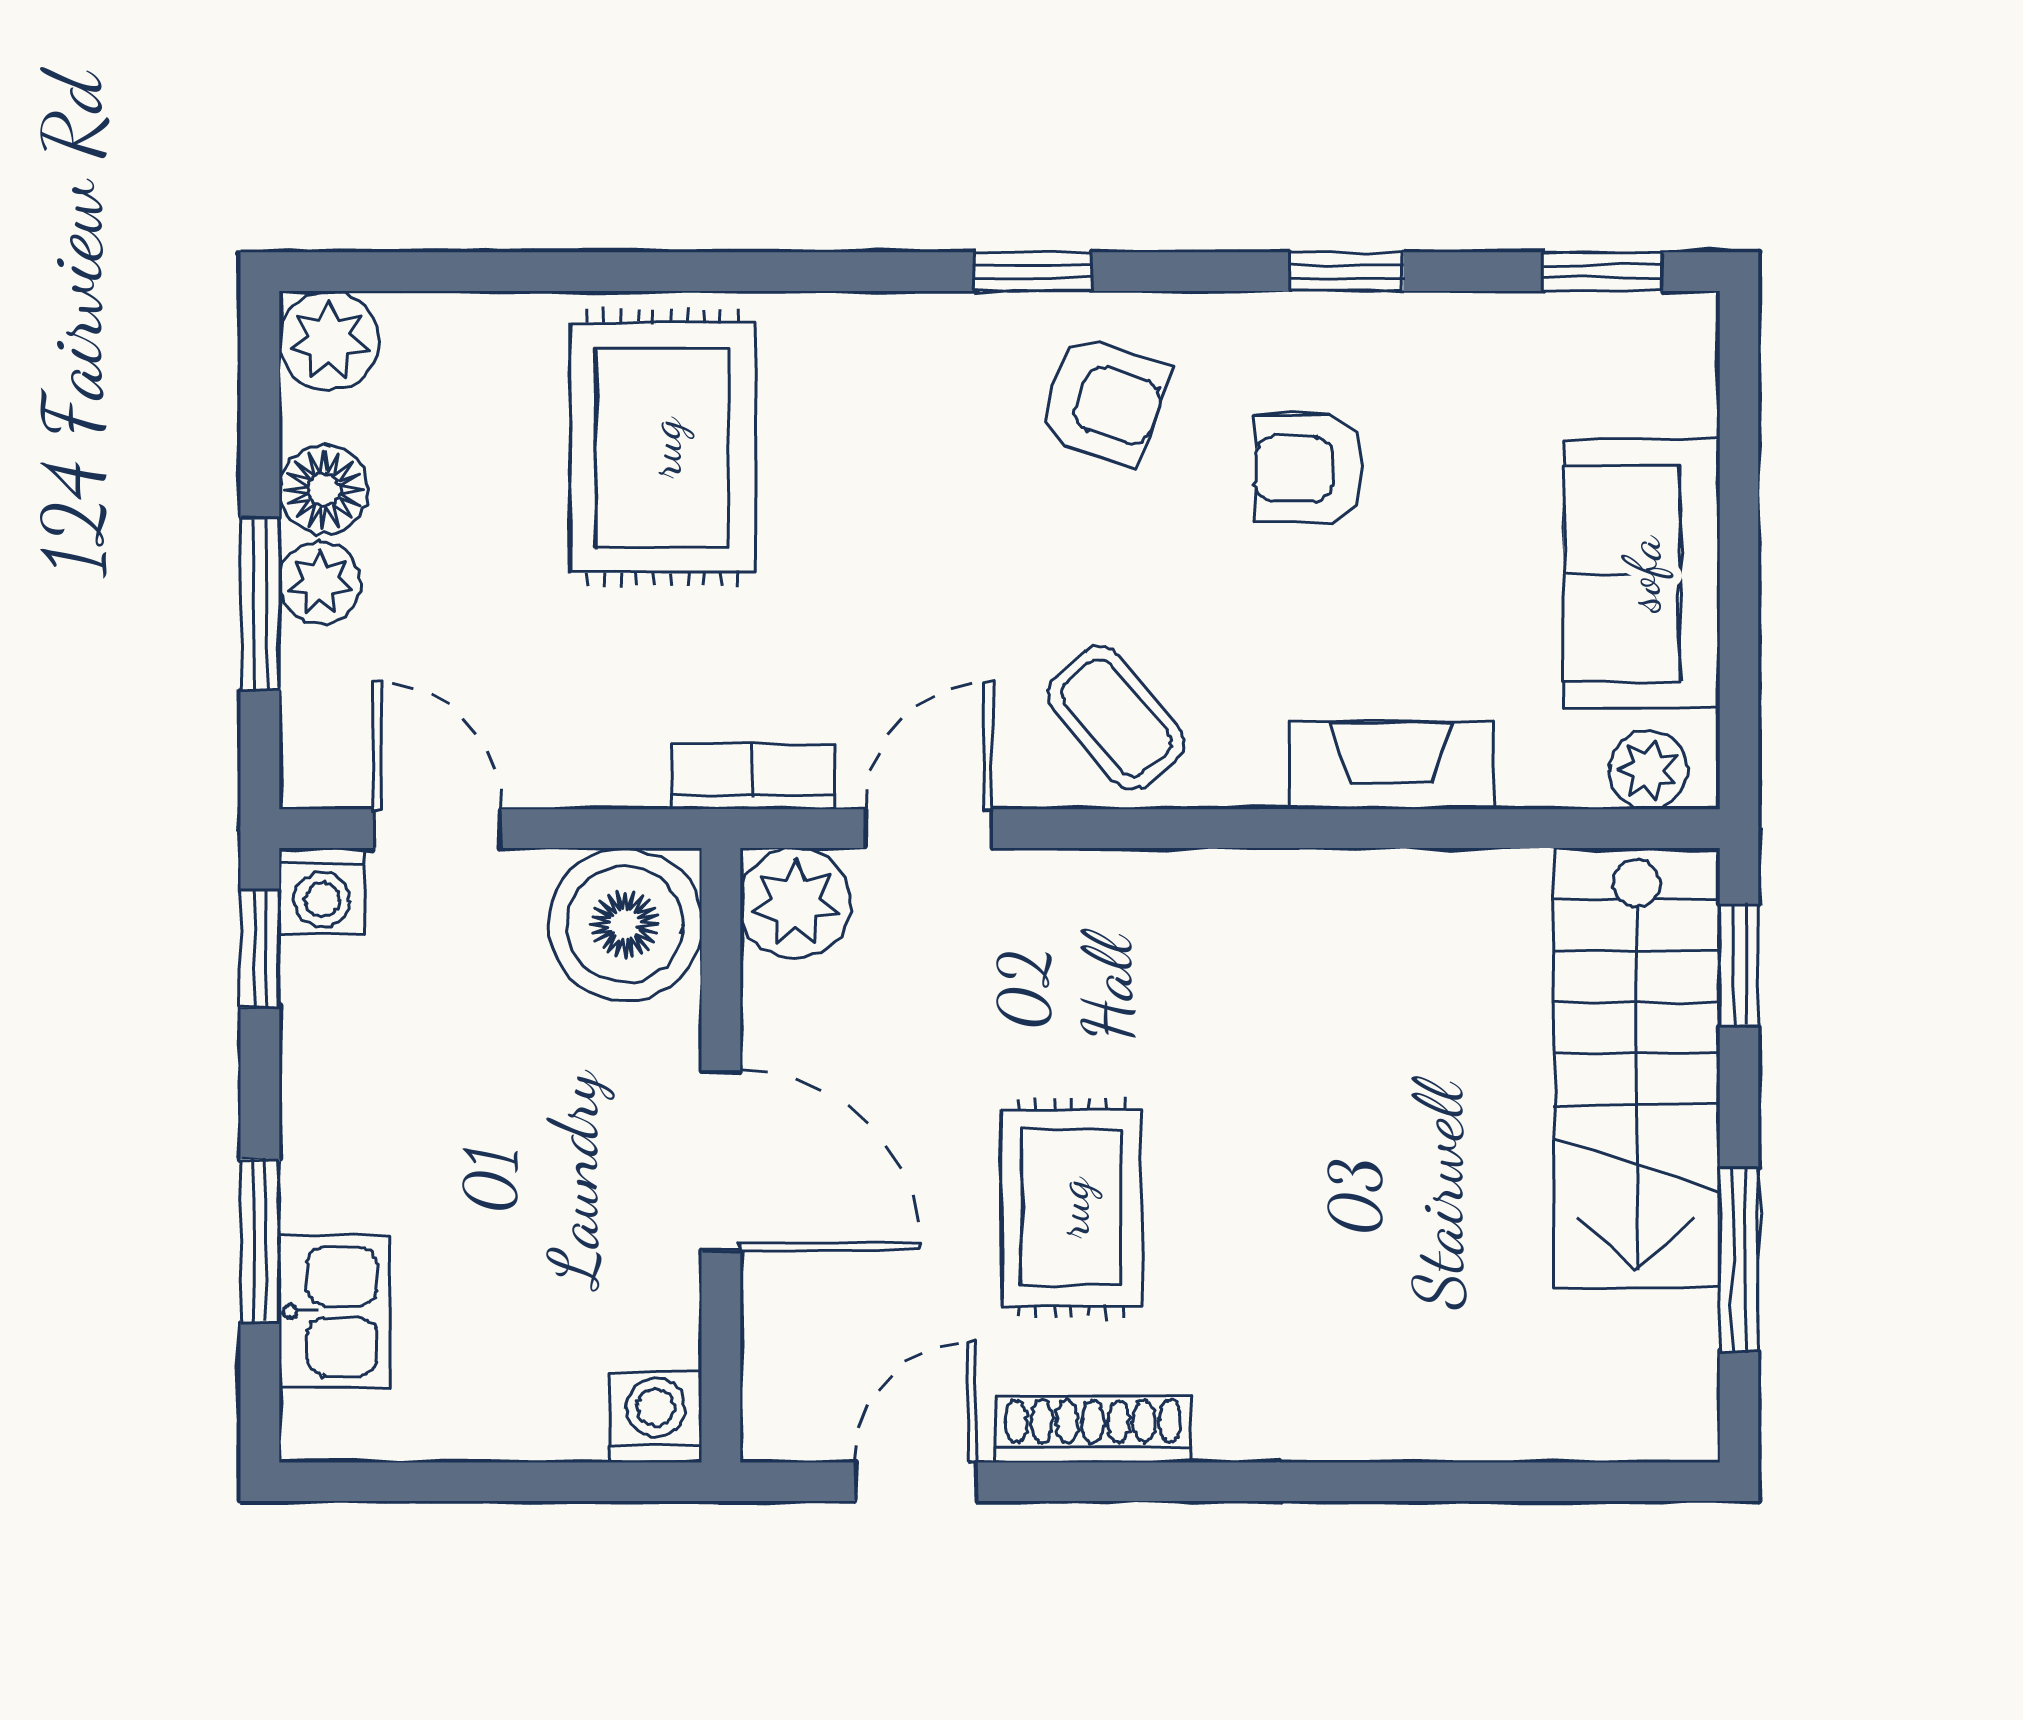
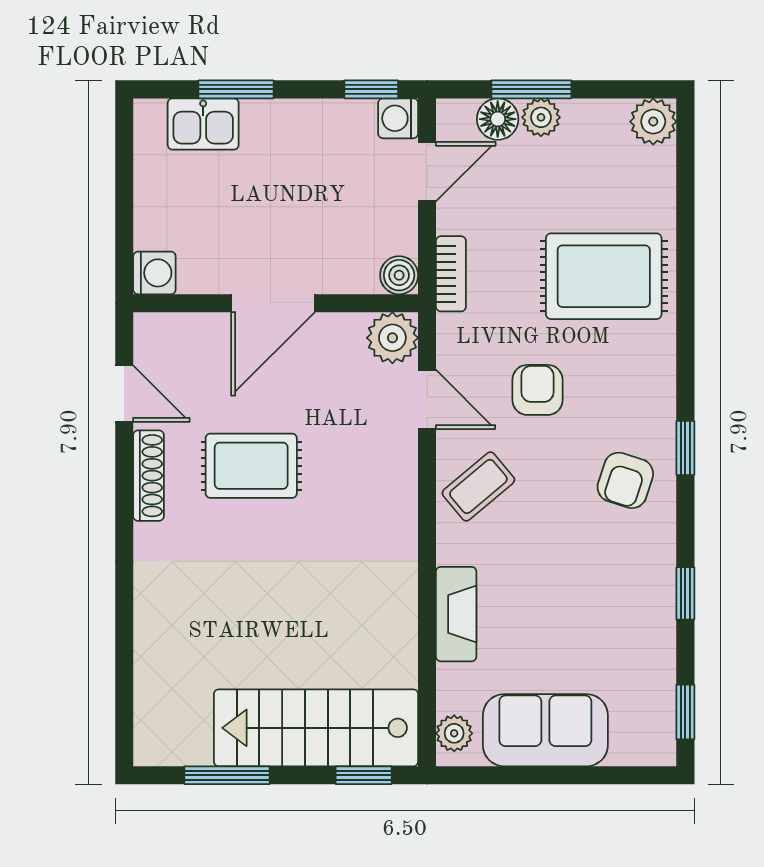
armchair: (1309, 469) -> (537, 390), moved
floor lamp: (324, 489) -> (498, 119), moved
bookcase: (752, 777) -> (451, 274), moved
boiler: (625, 924) -> (399, 275), width x0.54, depth x0.54

